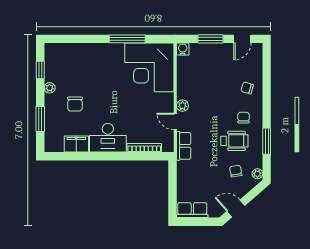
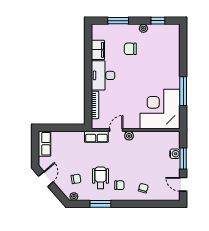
water cooler: (183, 49) -> (175, 154), moved
wheelchair: (234, 141) -> (100, 178), turned 180

